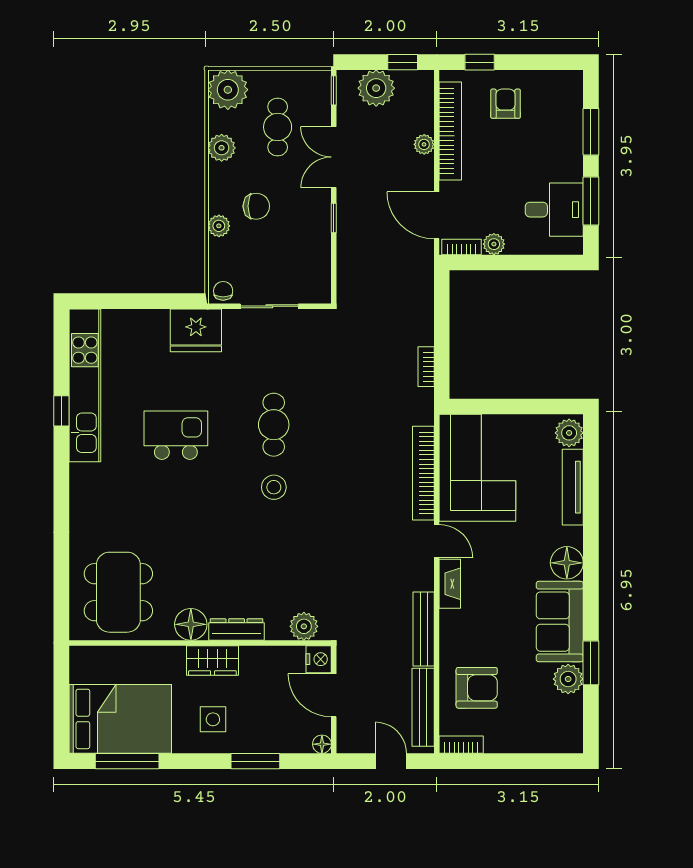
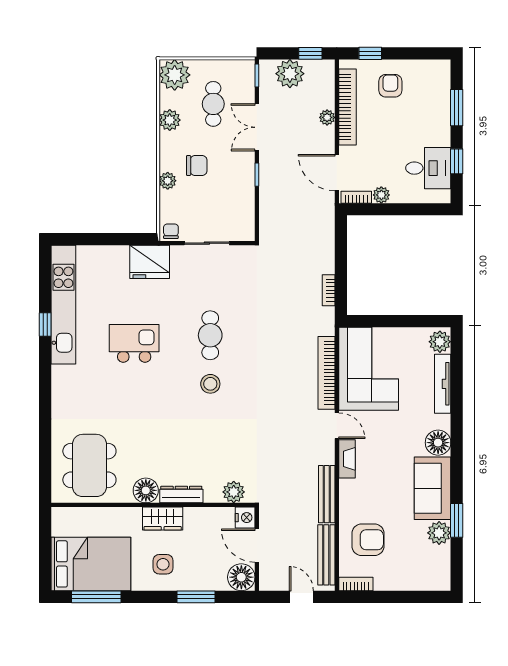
window: (591, 201) -> (457, 161), width x0.67
floor lamp: (322, 744) -> (241, 577), width x1.89, depth x1.89

